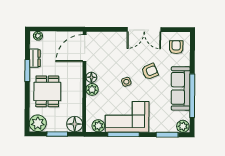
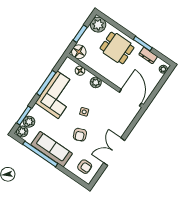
floor lamp: (91, 77) -> (80, 71), moved
plant: (98, 126) -> (29, 122), moved

